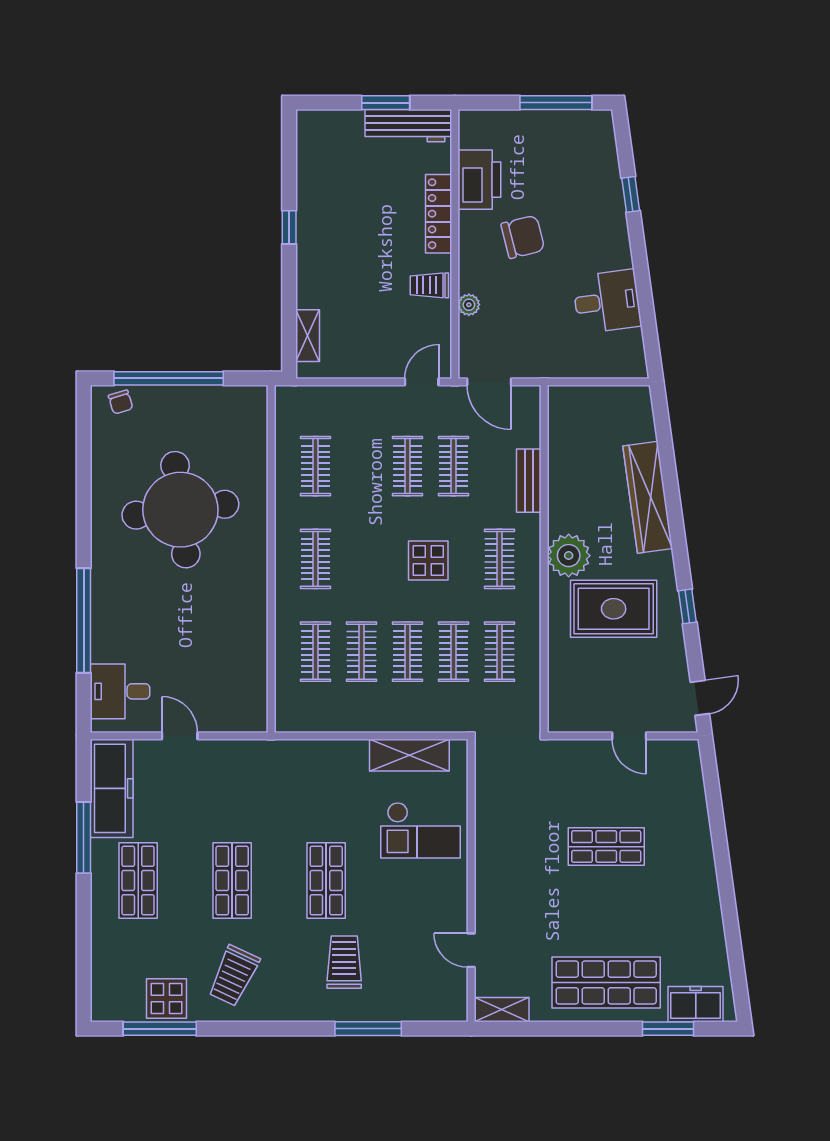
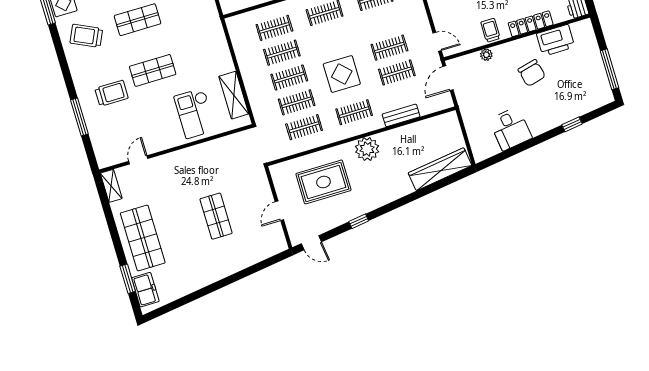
wardrobe: (648, 497) -> (440, 169), moved
display table: (428, 560) -> (342, 74), width x1.36, depth x1.36
rug: (614, 609) -> (323, 182), moved, turned 90

